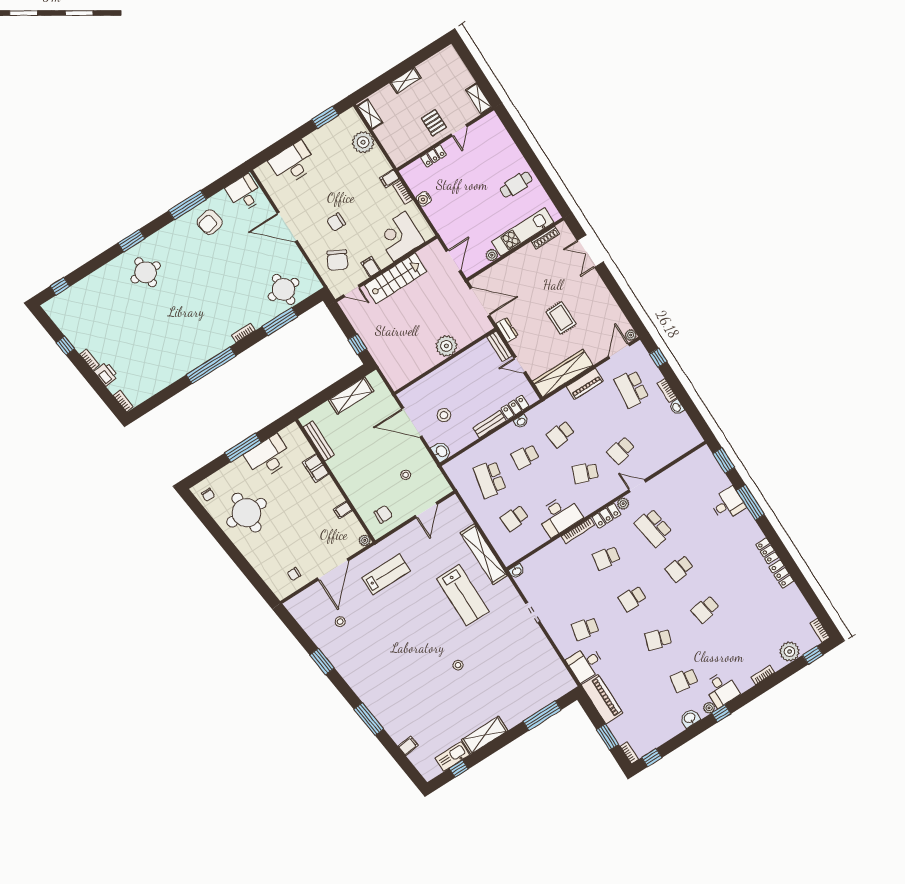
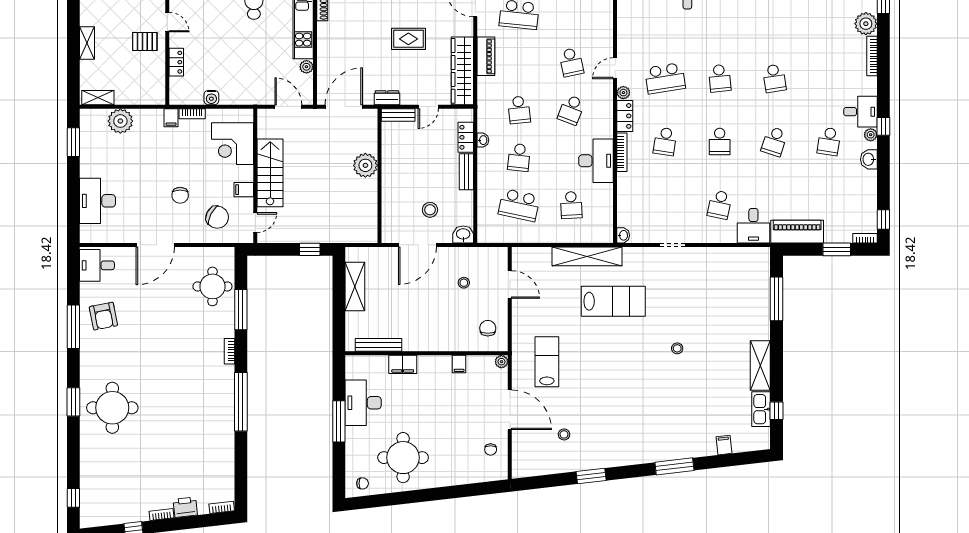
round table: (146, 272) -> (112, 408), width x1.36, depth x1.36
bookcase: (763, 675) -> (872, 56), width x1.56

